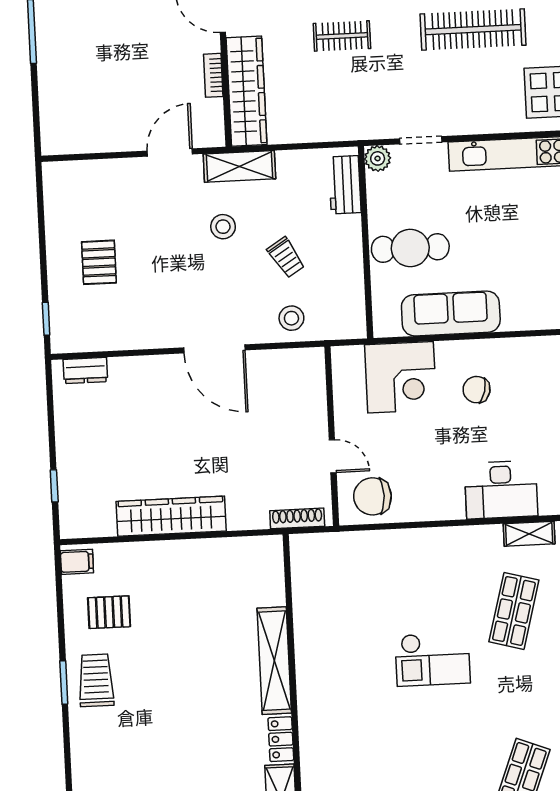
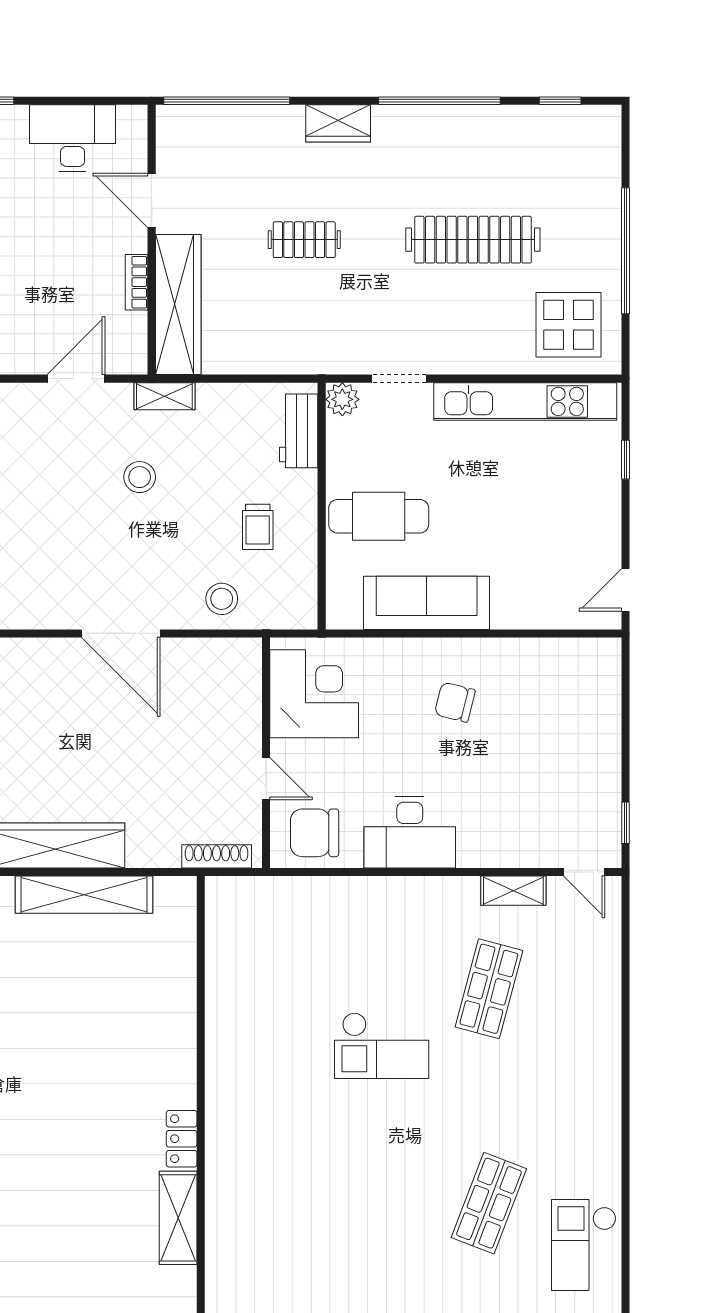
shelving: (239, 166) -> (164, 396), width x0.67, depth x0.75
trolley: (286, 257) -> (258, 527), moved, turned 32
corner desk: (401, 377) -> (314, 694), moved, turned -90
desk: (501, 490) -> (410, 832), moved
shelving: (274, 661) -> (84, 895), moved, turned 90

